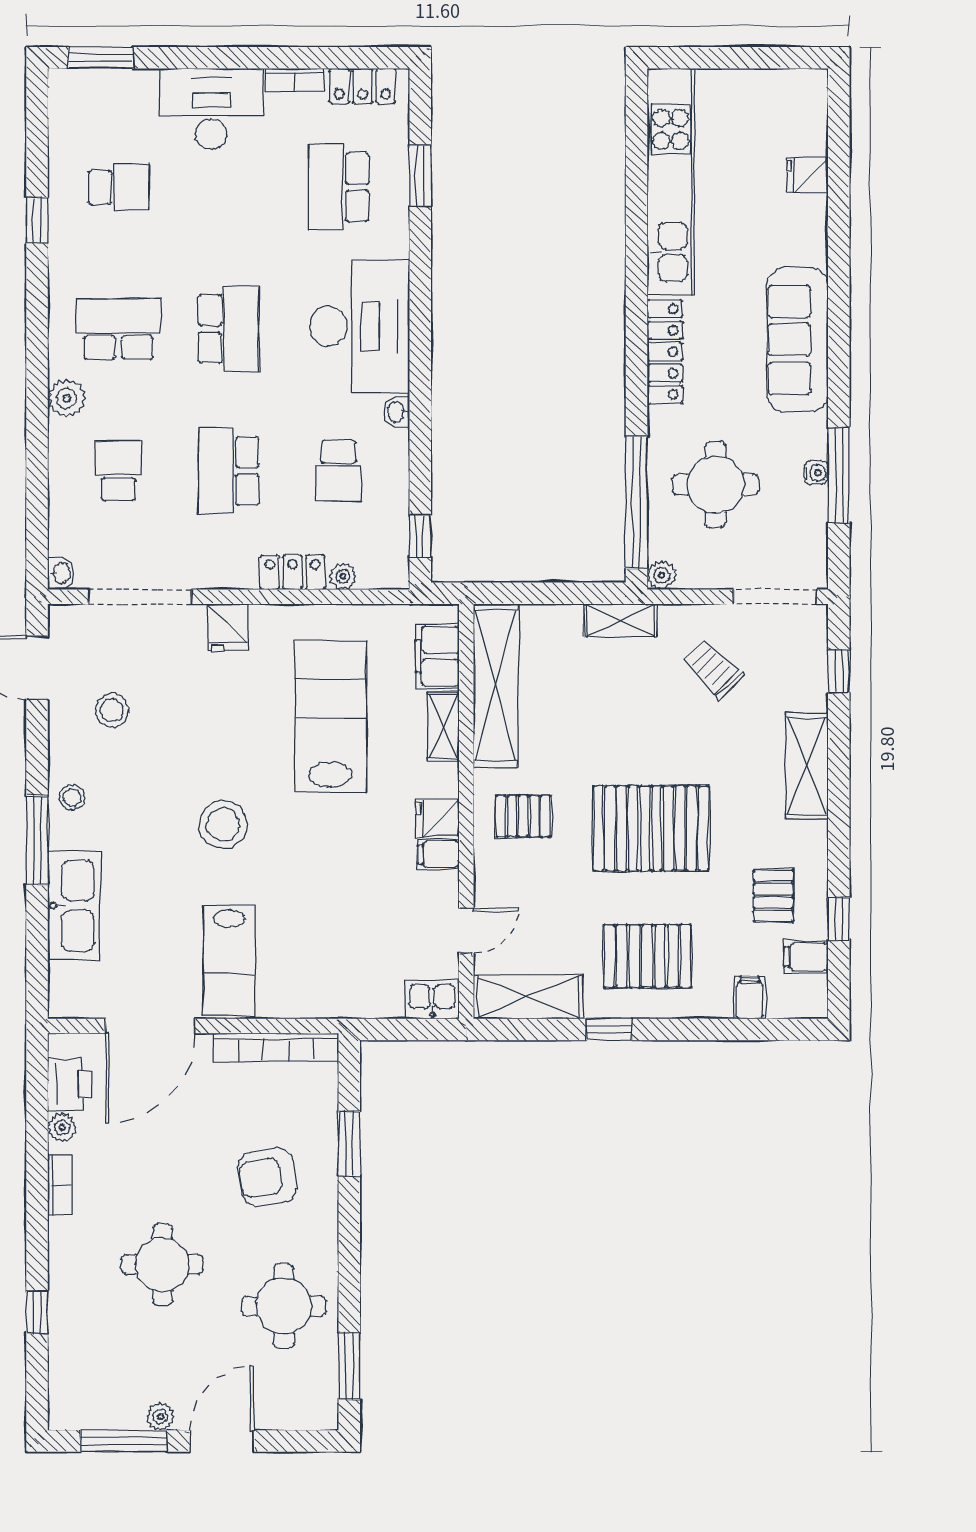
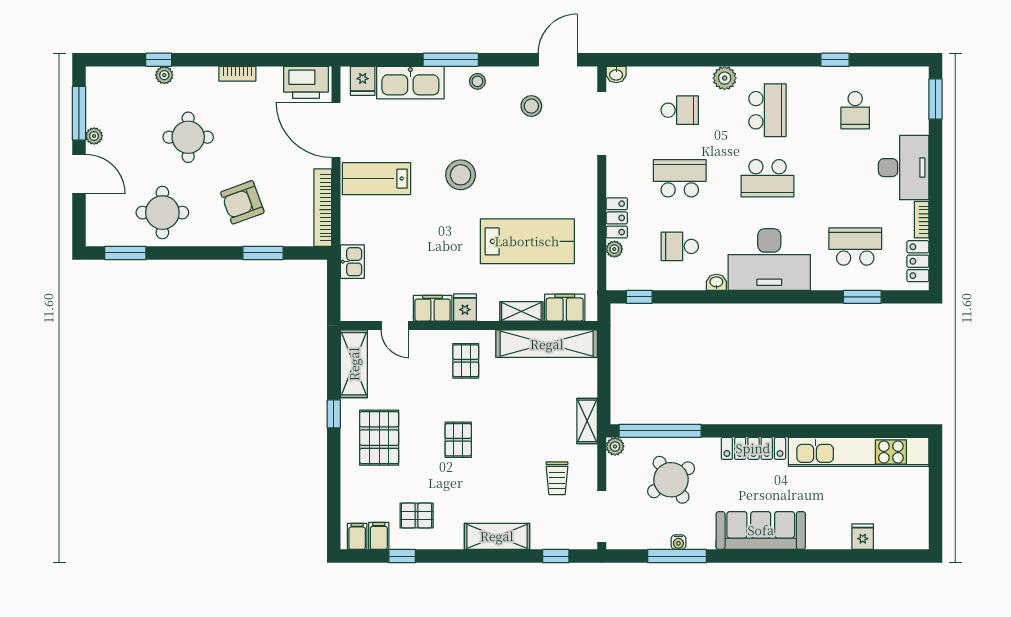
round table: (715, 485) -> (671, 480), turned -34
fridge: (228, 627) -> (363, 81), moved, turned -90
trolley: (713, 669) -> (557, 478), turned 135
pallet: (651, 828) -> (458, 440), width x0.49, depth x0.50
filing cabinet: (438, 854) -> (433, 308), width x2.00
filing cabinet: (750, 998) -> (357, 536), moved, turned -90
kitchen sink: (432, 999) -> (352, 262), moved
printer: (69, 1084) -> (306, 82), width x1.37, depth x1.19
plant: (62, 1127) -> (164, 75), moved
armchair: (267, 1177) -> (242, 202), turned -101

